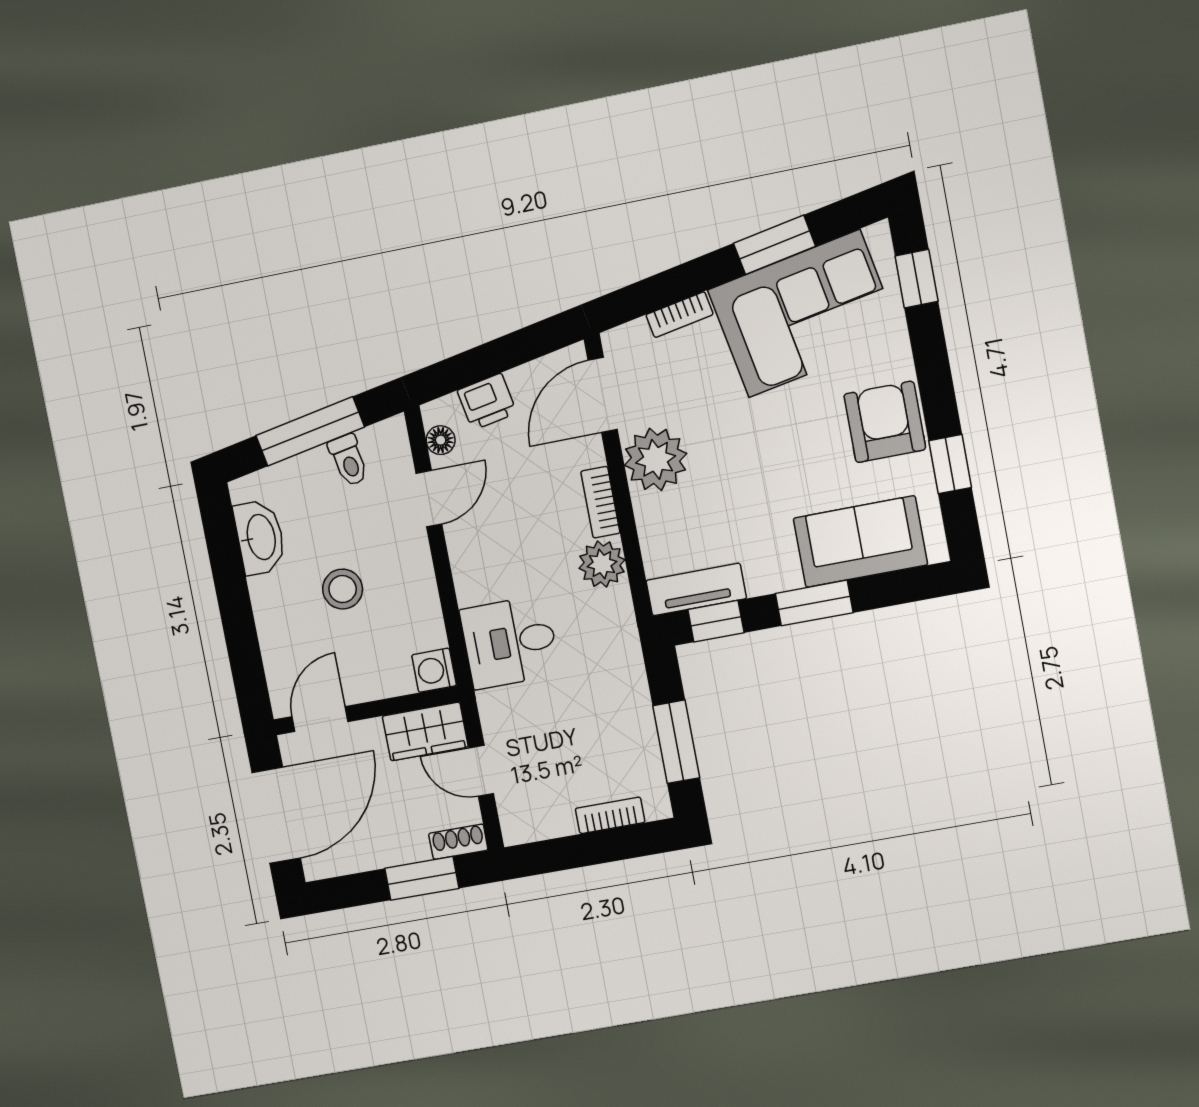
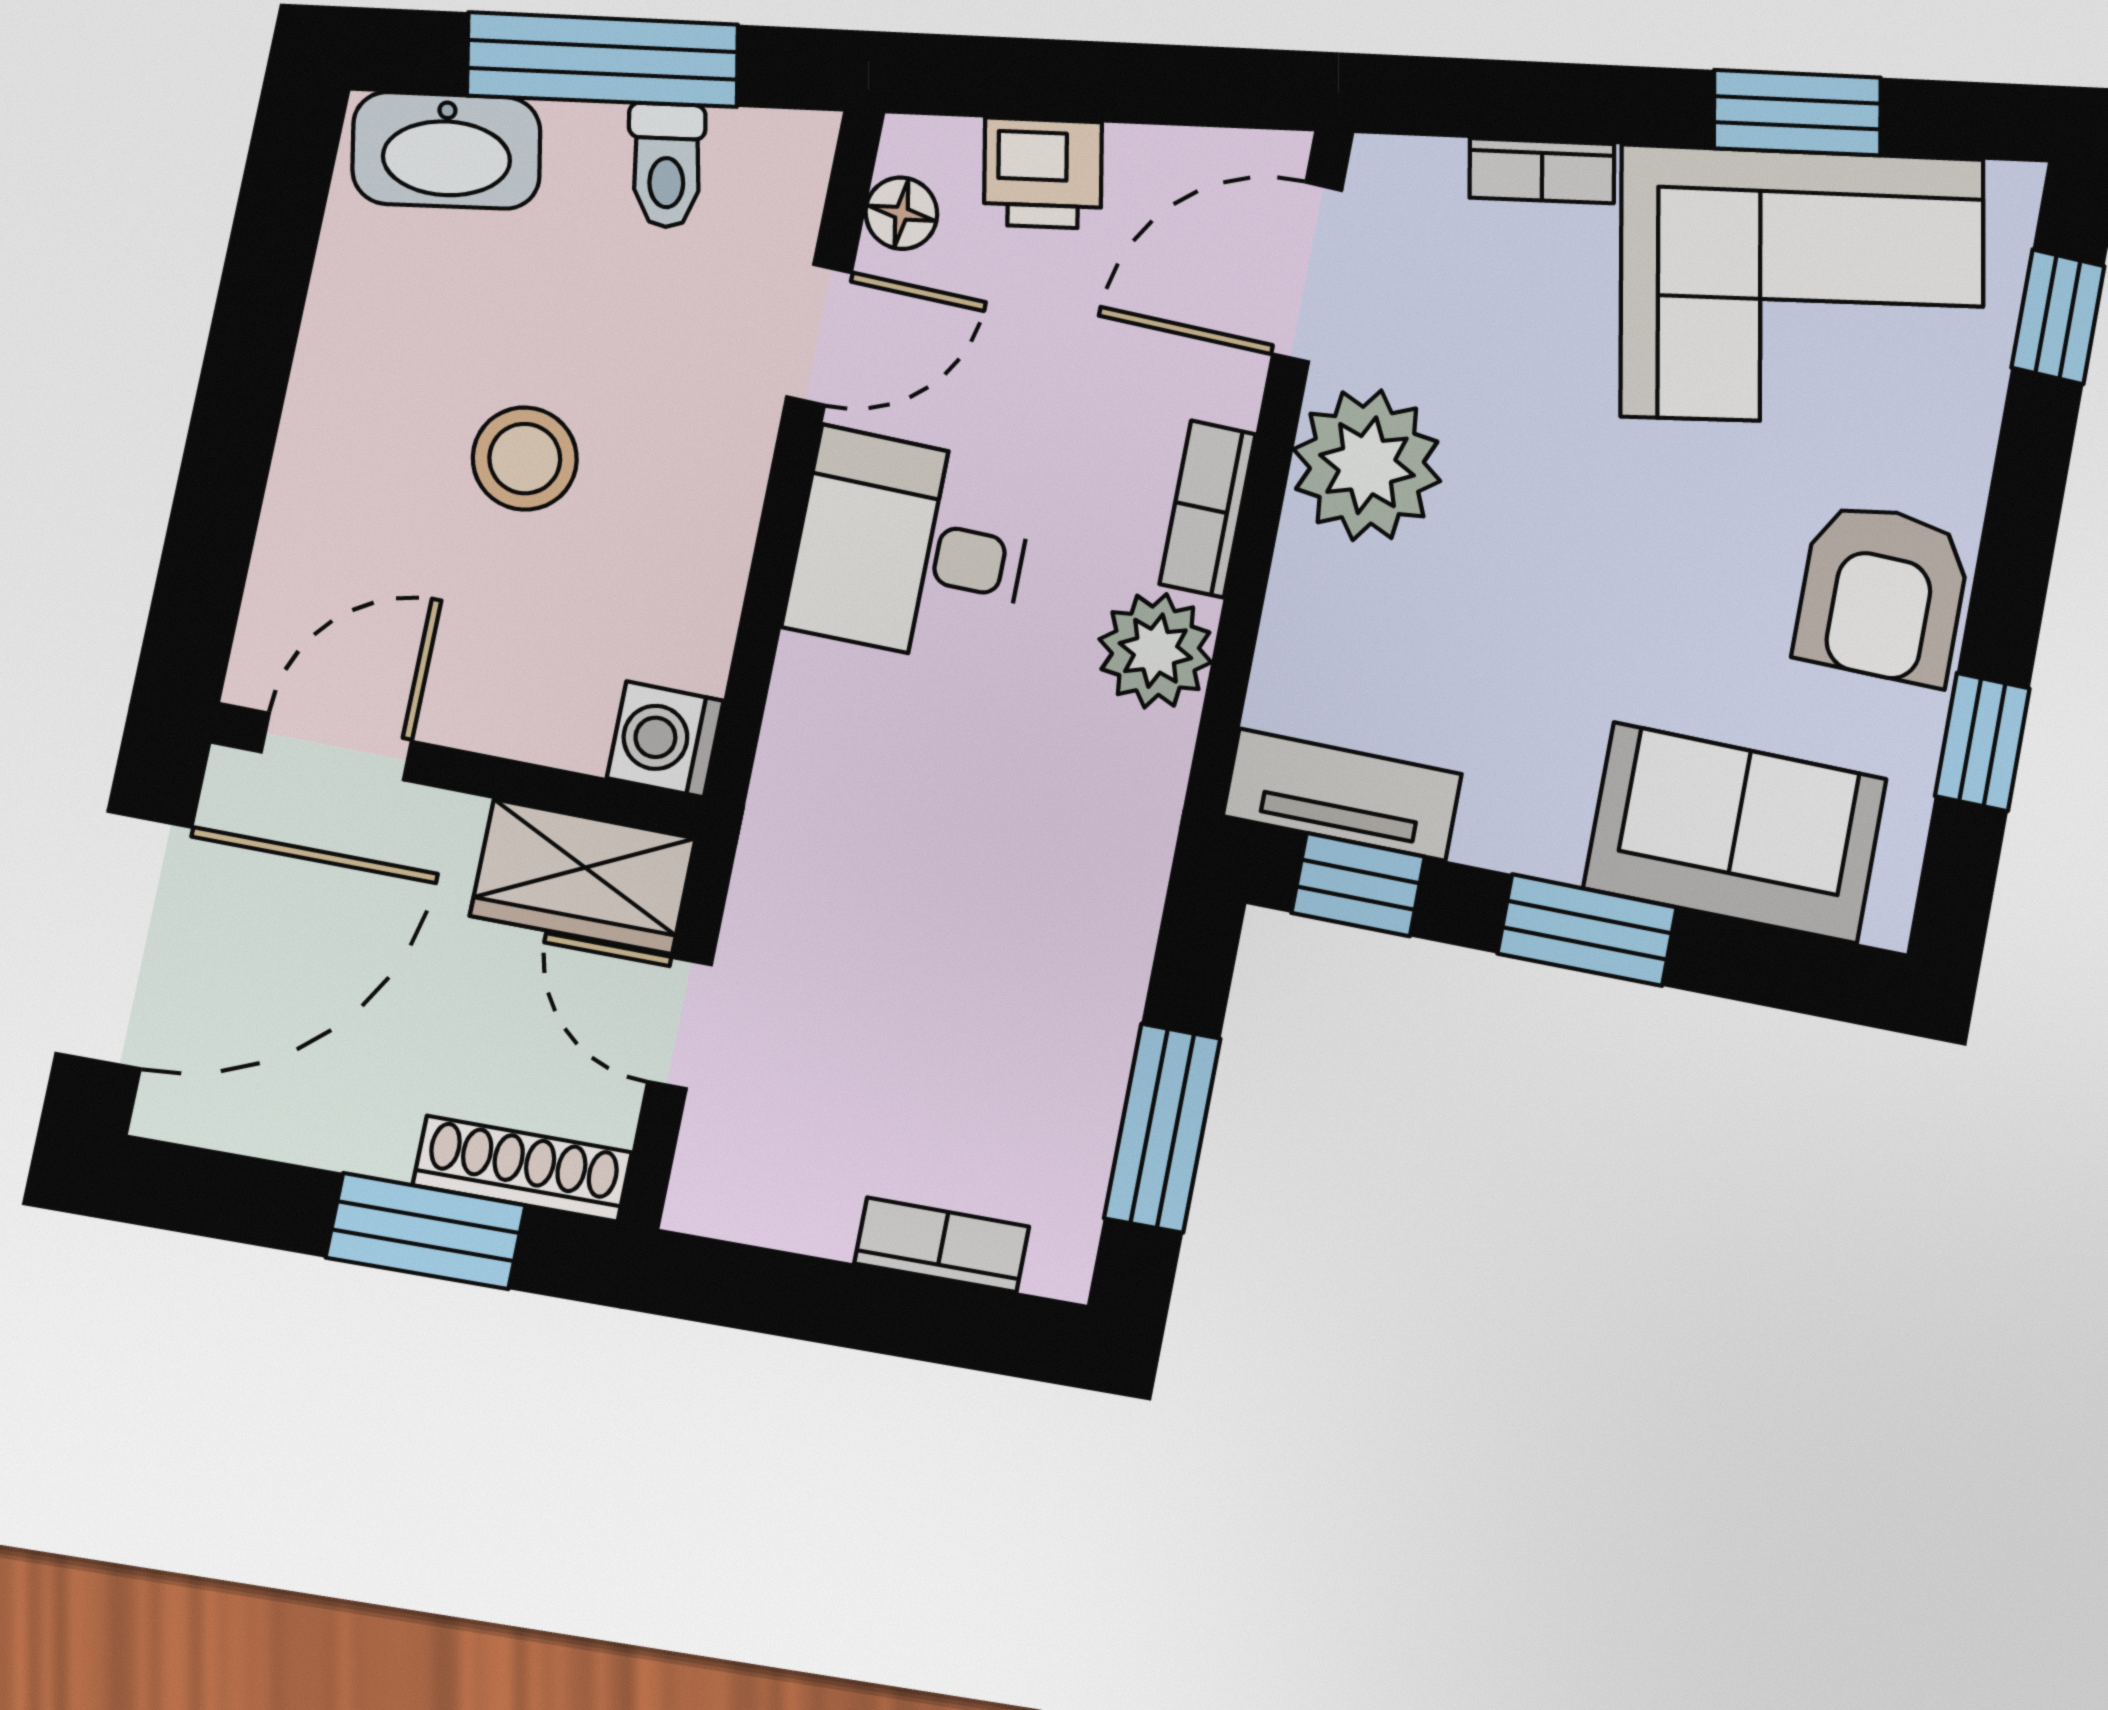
armchair: (885, 422) -> (1883, 593), turned 180
washbasin: (260, 537) -> (447, 150), moved, turned 79
desk: (510, 642) -> (911, 548), moved
shoe rack: (458, 842) -> (523, 1169), width x1.43

